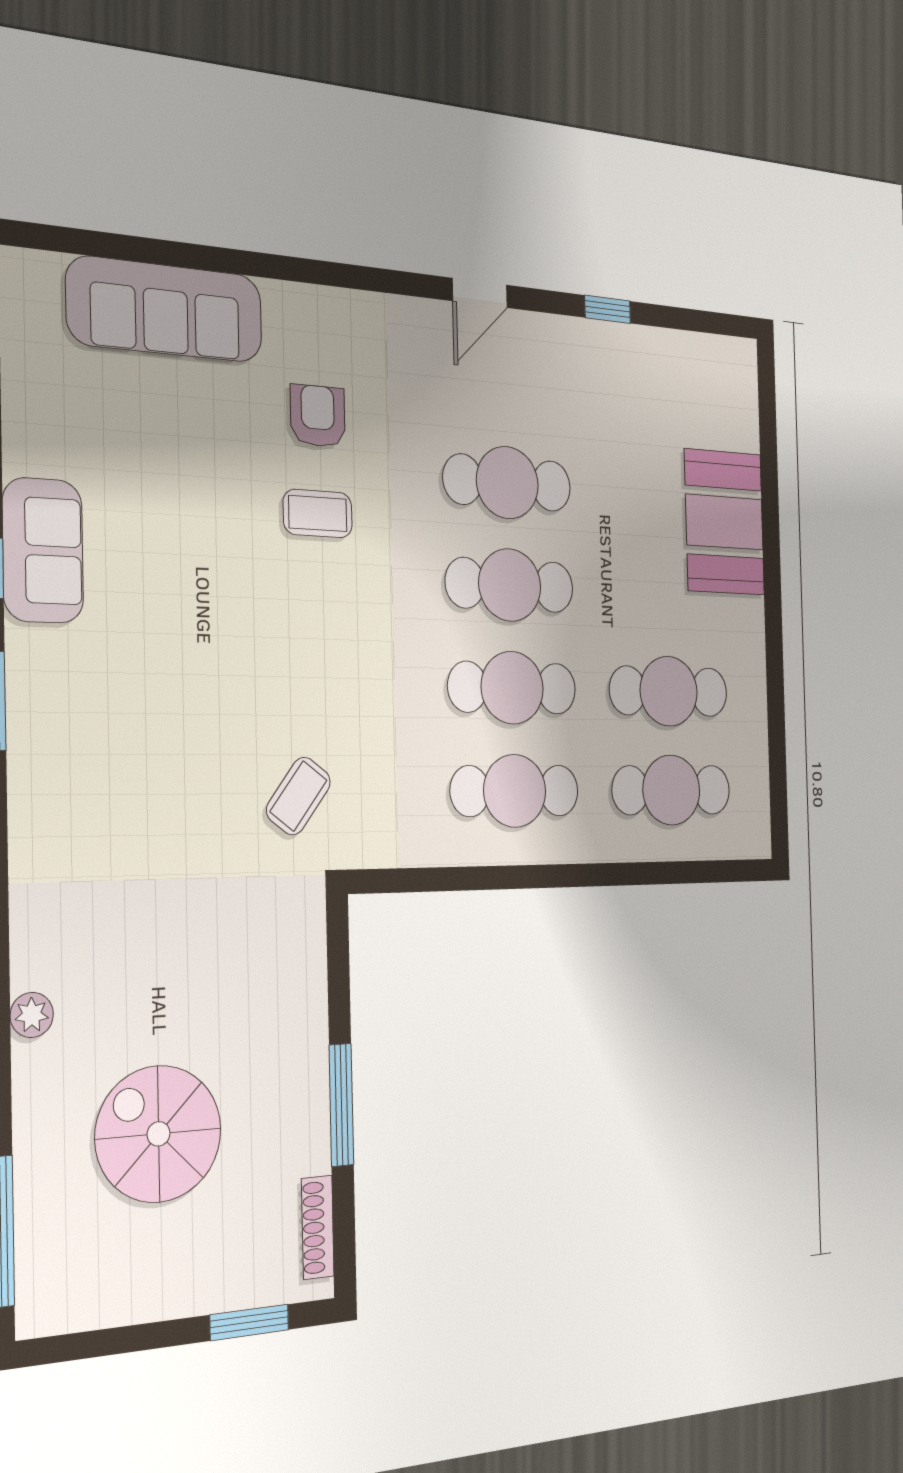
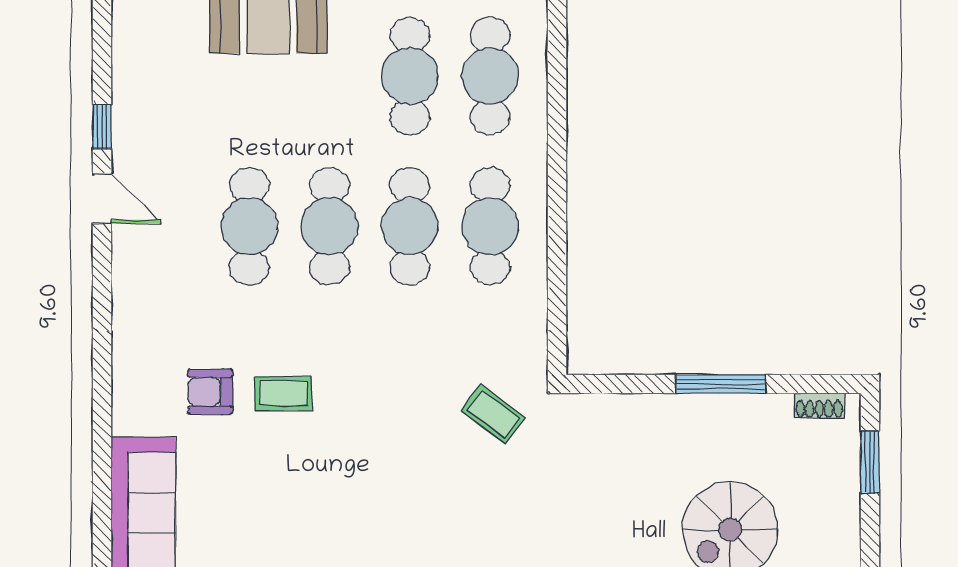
door: (480, 293) -> (102, 198), moved
coffee table: (318, 514) -> (283, 393), turned 90
shoe rack: (318, 1227) -> (819, 406), width x0.70

